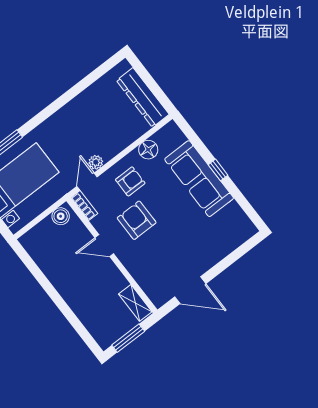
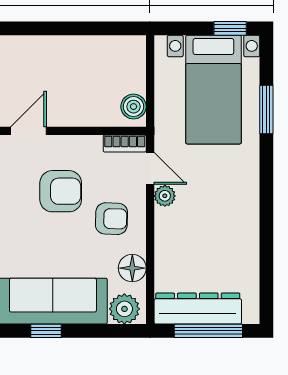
window: (150, 82) -> (208, 331), added
plant: (173, 137) -> (124, 309), added
armchair: (130, 181) -> (111, 219), turned -88
door: (104, 246) -> (29, 131), moved

